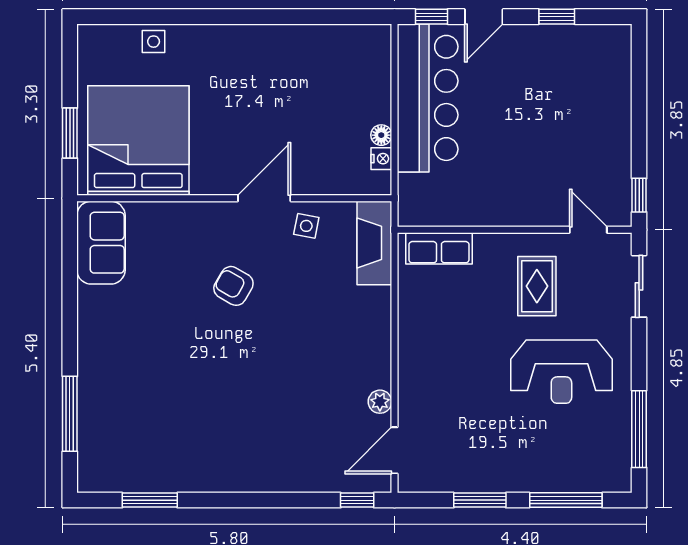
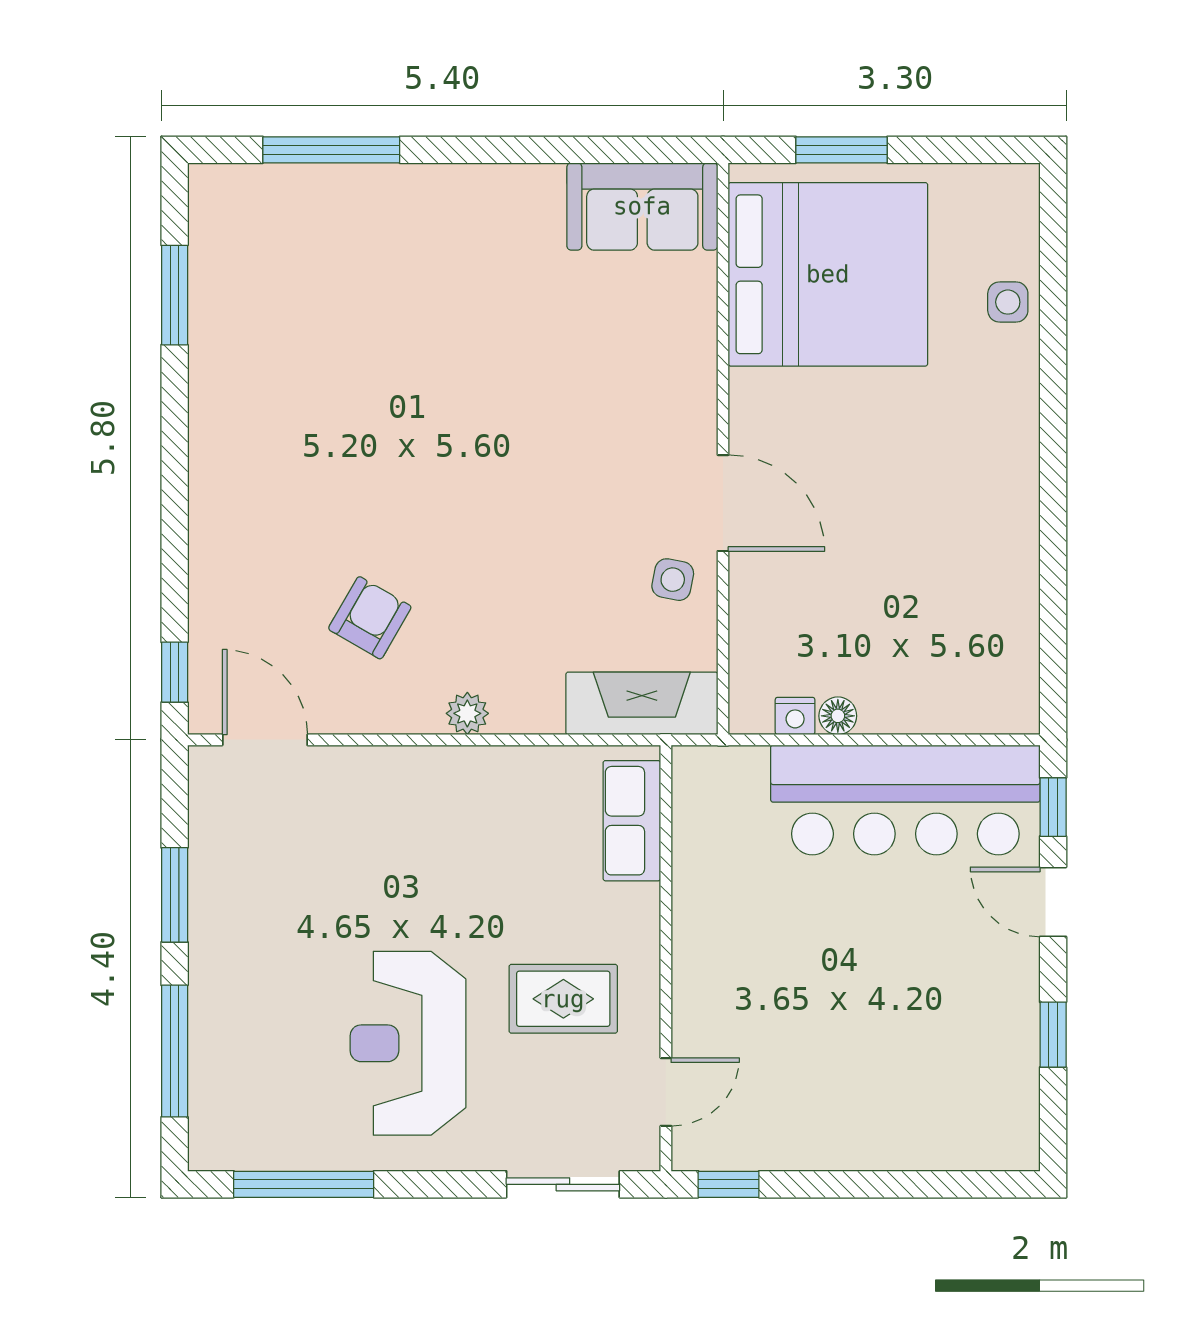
armchair: (233, 286) -> (370, 618), moved
plant: (380, 402) -> (467, 713), moved

